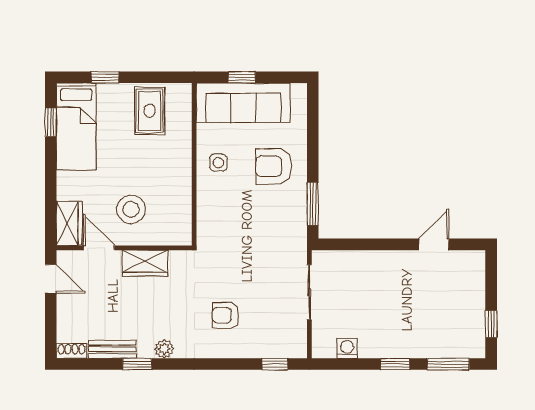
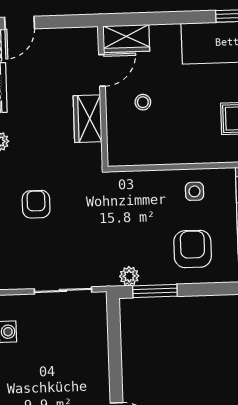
stool: (131, 209) -> (143, 102), width x0.53, depth x0.53
plant: (298, 228) -> (129, 276), added
door: (51, 279) -> (20, 23), moved

